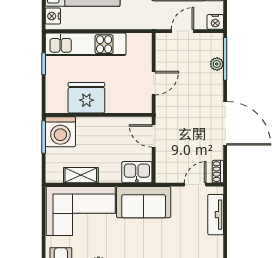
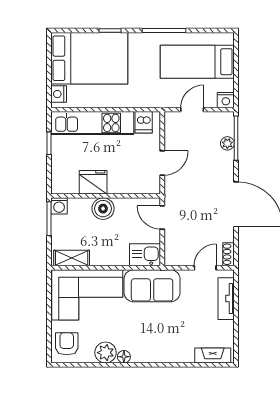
dishwasher: (135, 43) -> (144, 122), added
fridge: (86, 98) -> (93, 182), width x0.73, depth x0.75
boiler: (96, 127) -> (103, 209), added
washing machine: (60, 132) -> (59, 206), width x0.53, depth x0.53
shelving: (81, 175) -> (72, 258), moved

